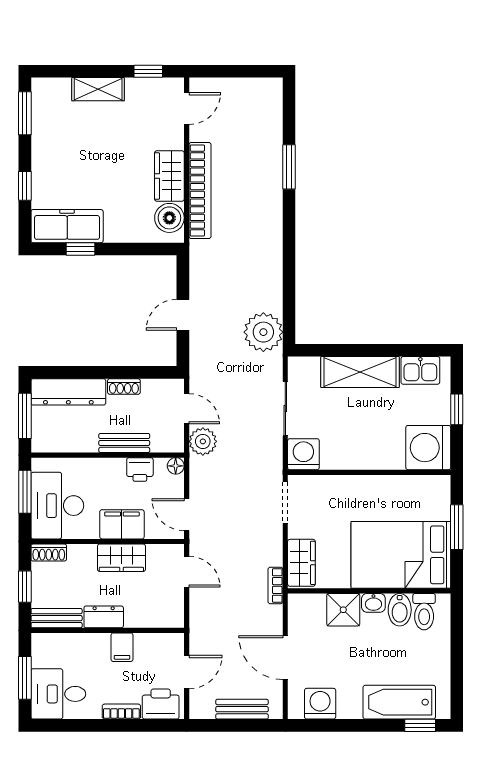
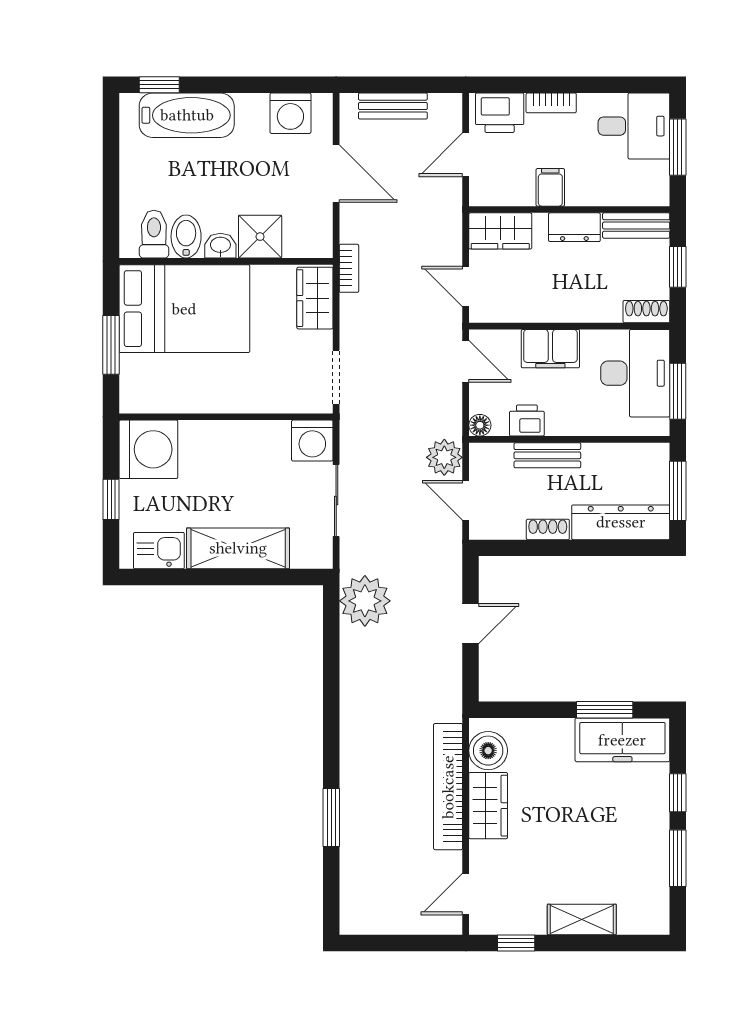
window: (25, 113) -> (678, 858), moved
window: (81, 249) -> (605, 710), width x1.50
wardrobe: (121, 558) -> (500, 231), moved, turned 180

